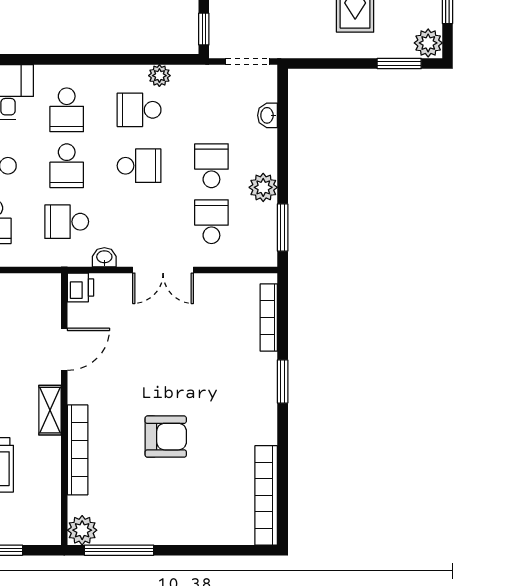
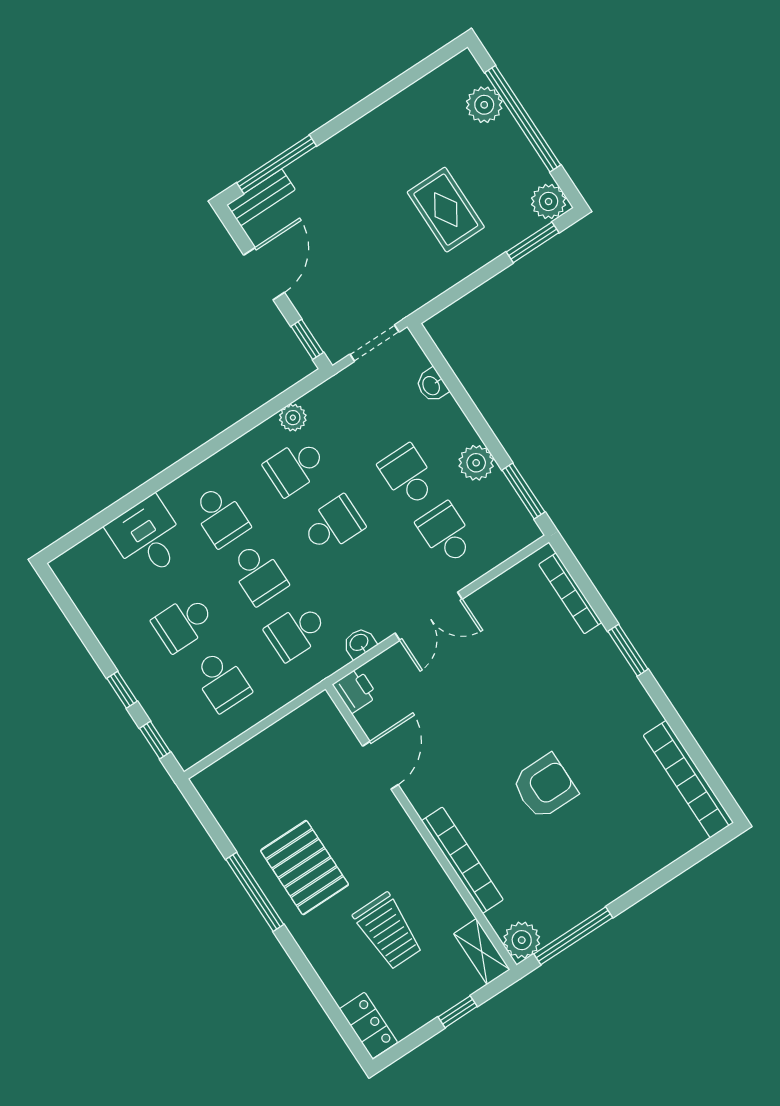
shelving: (50, 410) -> (482, 952), moved

